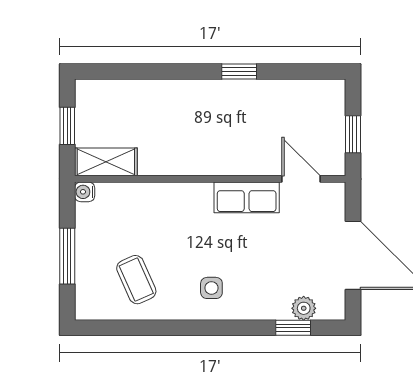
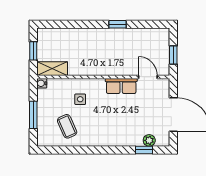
side table: (211, 288) -> (80, 99), moved

